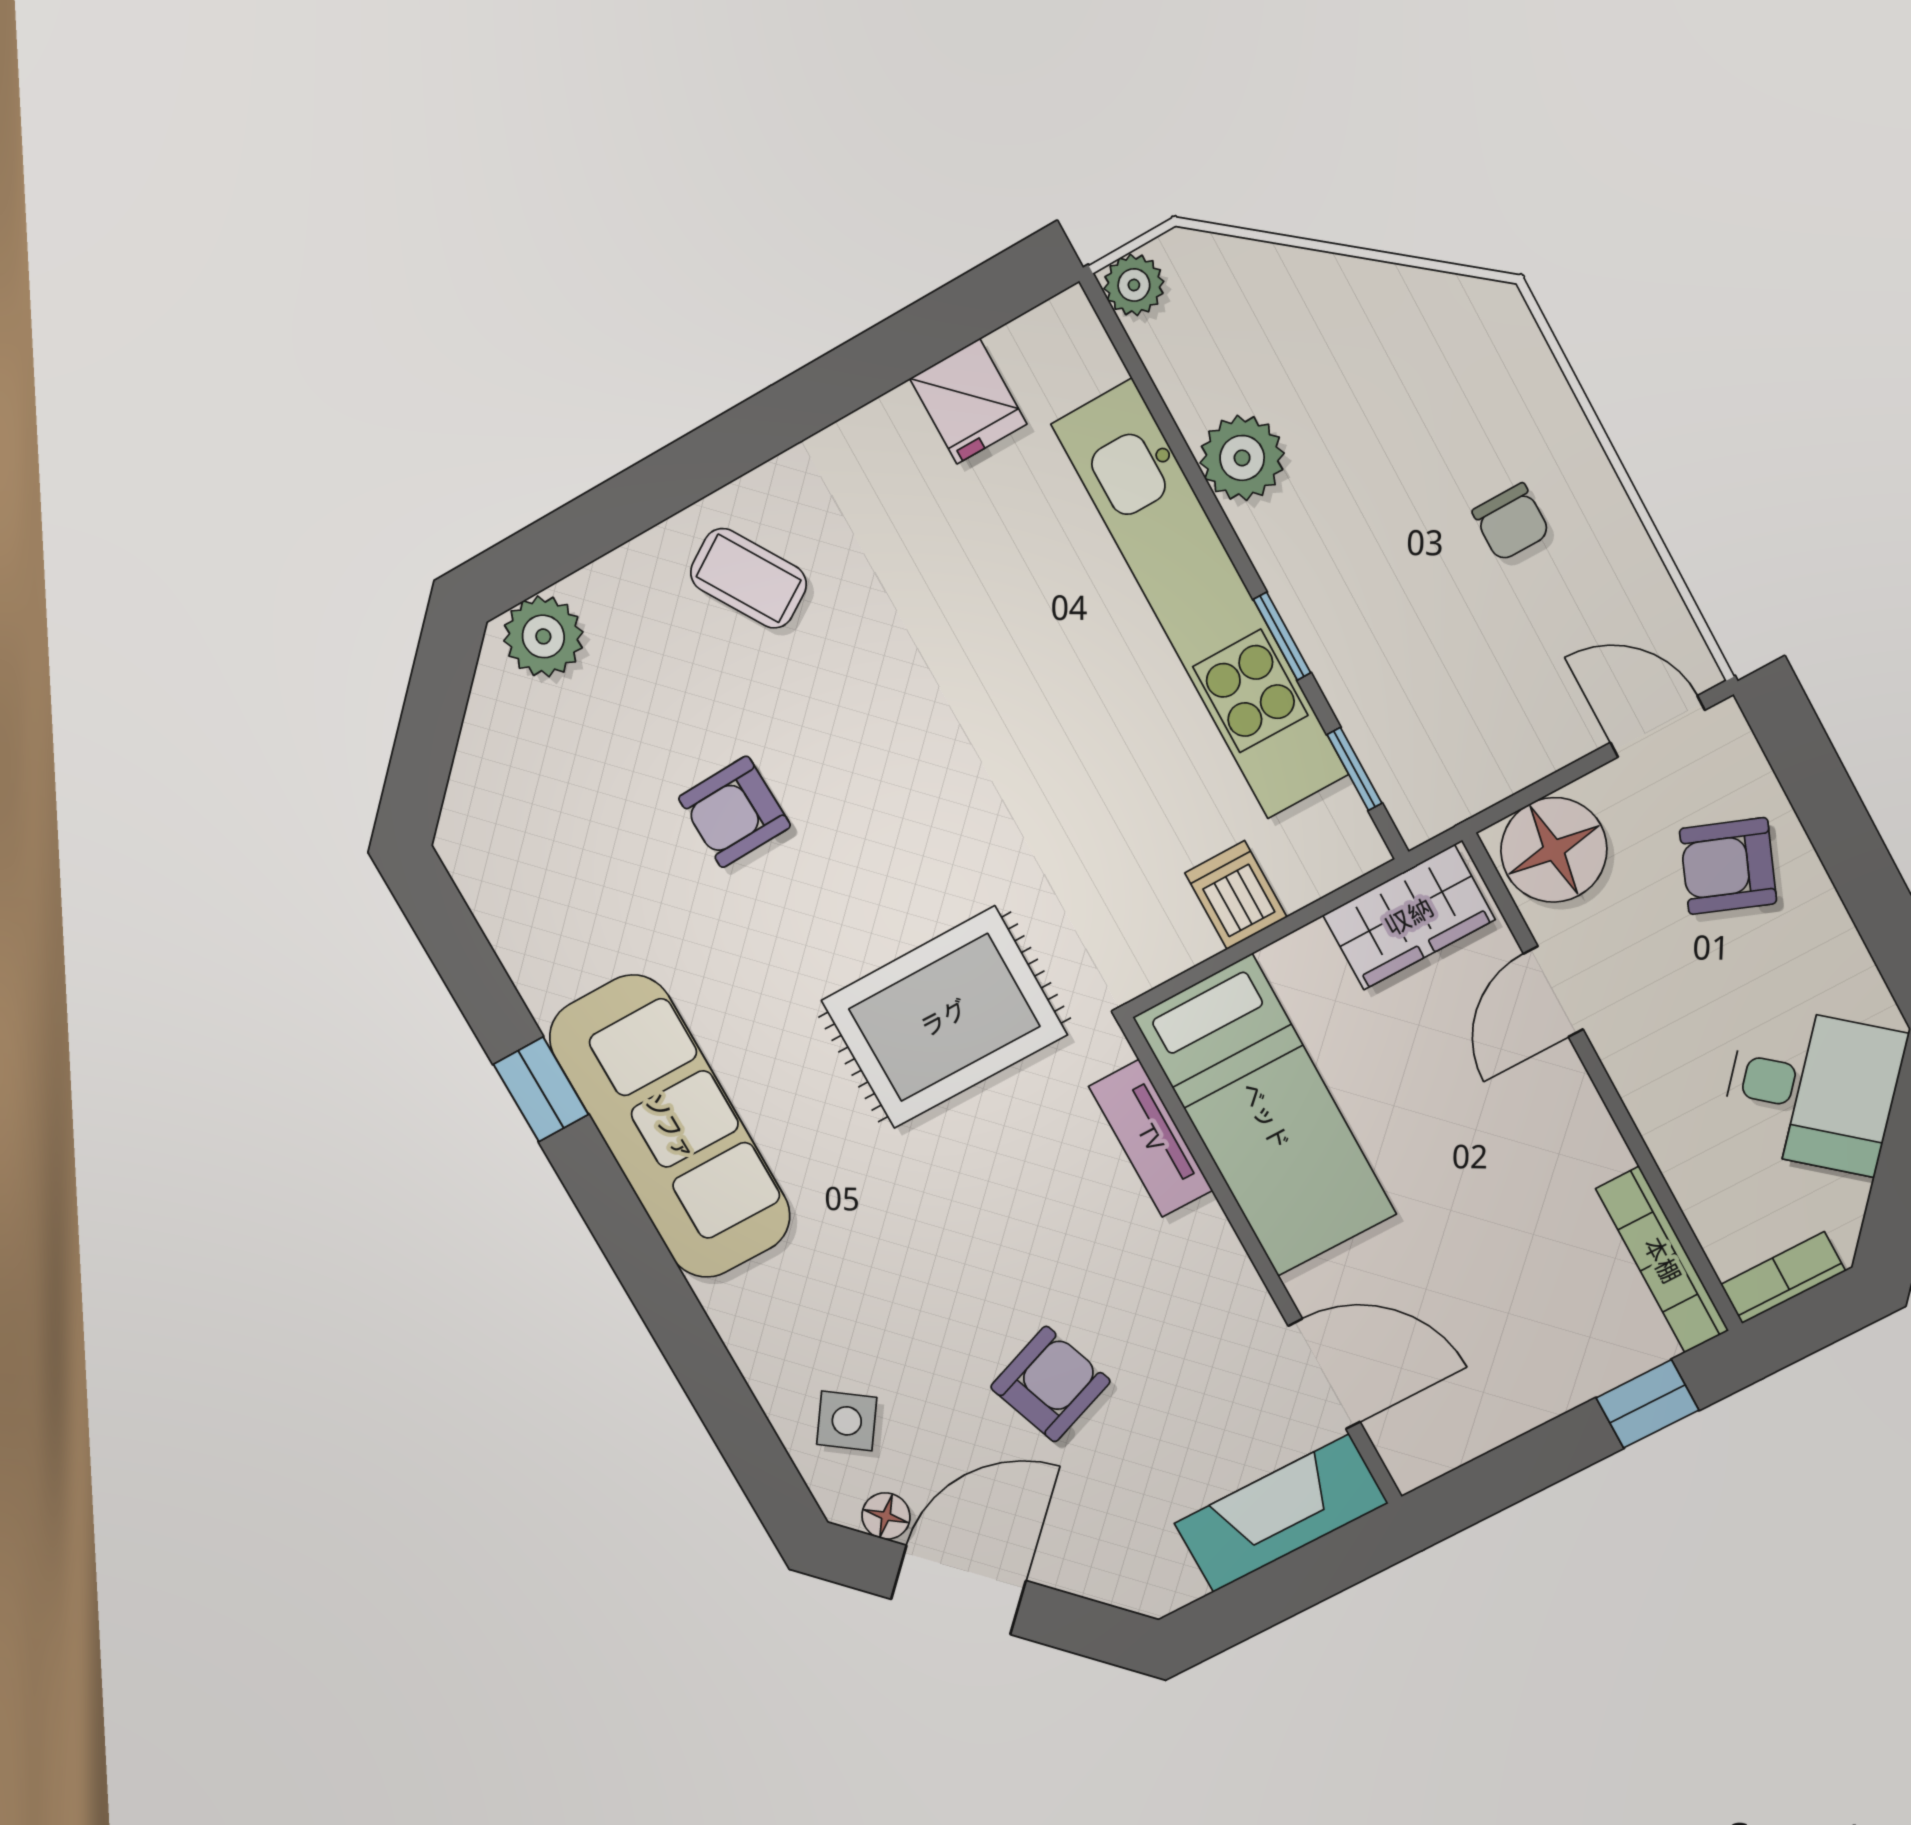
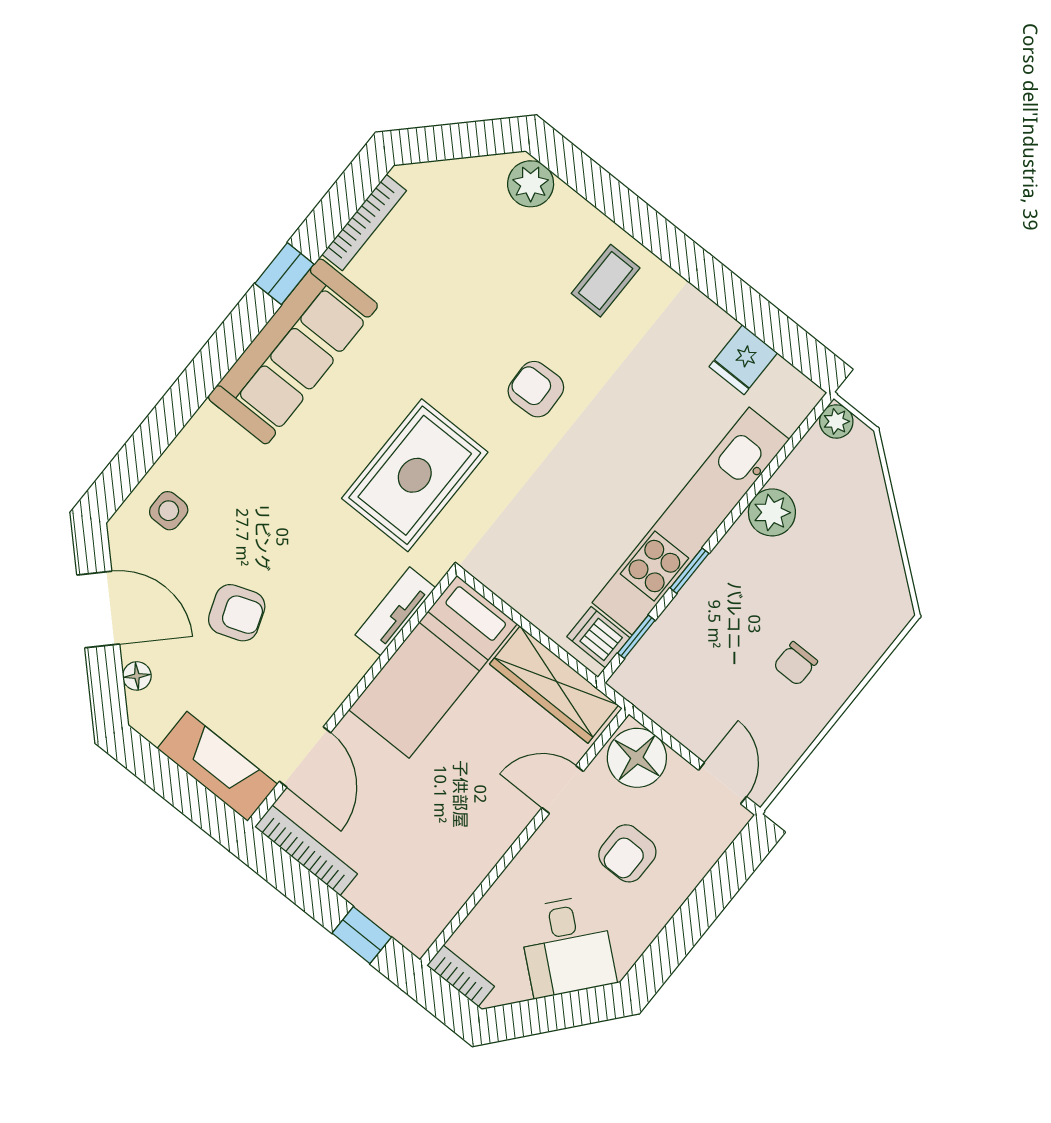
coffee table: (748, 578) -> (606, 281), turned 32
armchair: (734, 812) -> (536, 389), moved
armchair: (1728, 866) -> (627, 853), moved, turned -111
dishwasher: (1236, 895) -> (598, 637), moved, turned -90
wardrobe: (1409, 917) -> (554, 685), width x1.50
bookcase: (506, 930) -> (364, 223), added
rug: (944, 1018) -> (415, 475), turned 90
bookcase: (1662, 1260) -> (306, 850), moved, turned 90
side table: (847, 1421) -> (169, 511), turned -35
floor lamp: (886, 1516) -> (137, 676), moved

